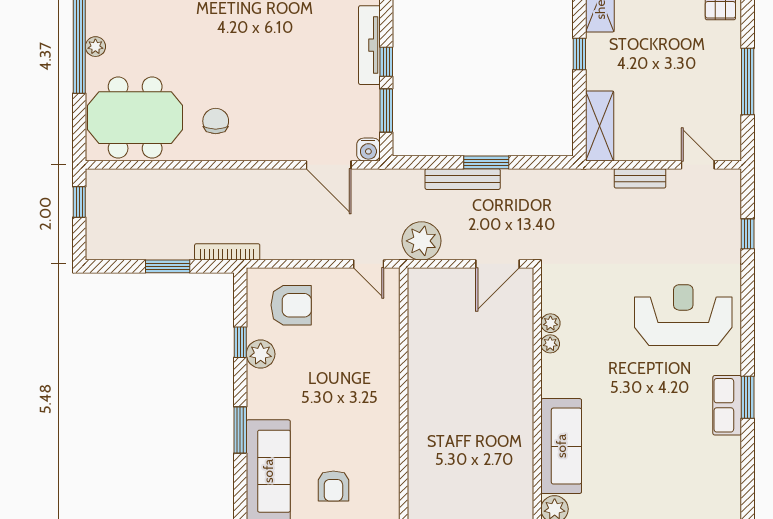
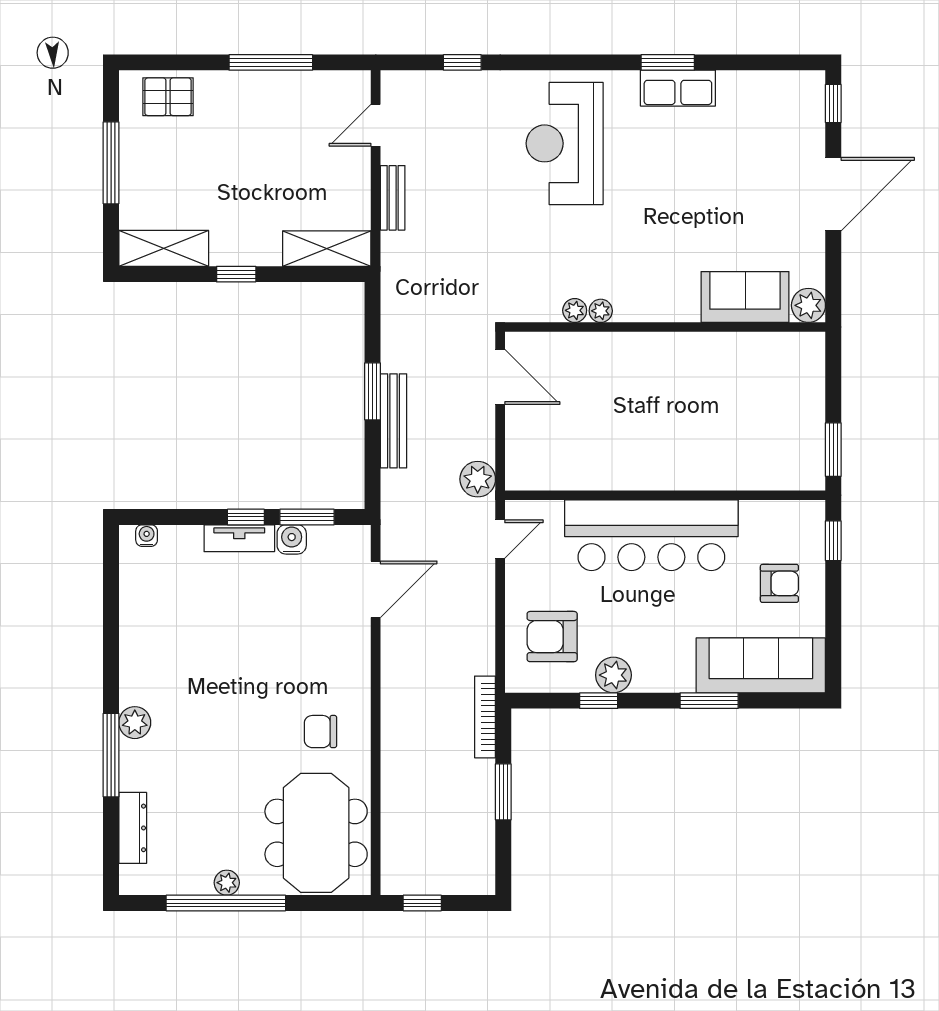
tv unit: (369, 45) -> (239, 538), width x0.71
water cooler: (368, 150) -> (292, 539), moved, turned -90
plant: (421, 241) -> (478, 479), width x0.73, depth x0.73
armchair: (291, 305) -> (552, 637), turned -90
bar counter: (372, 384) -> (651, 535), added
sofa: (561, 446) -> (745, 297), width x0.73

